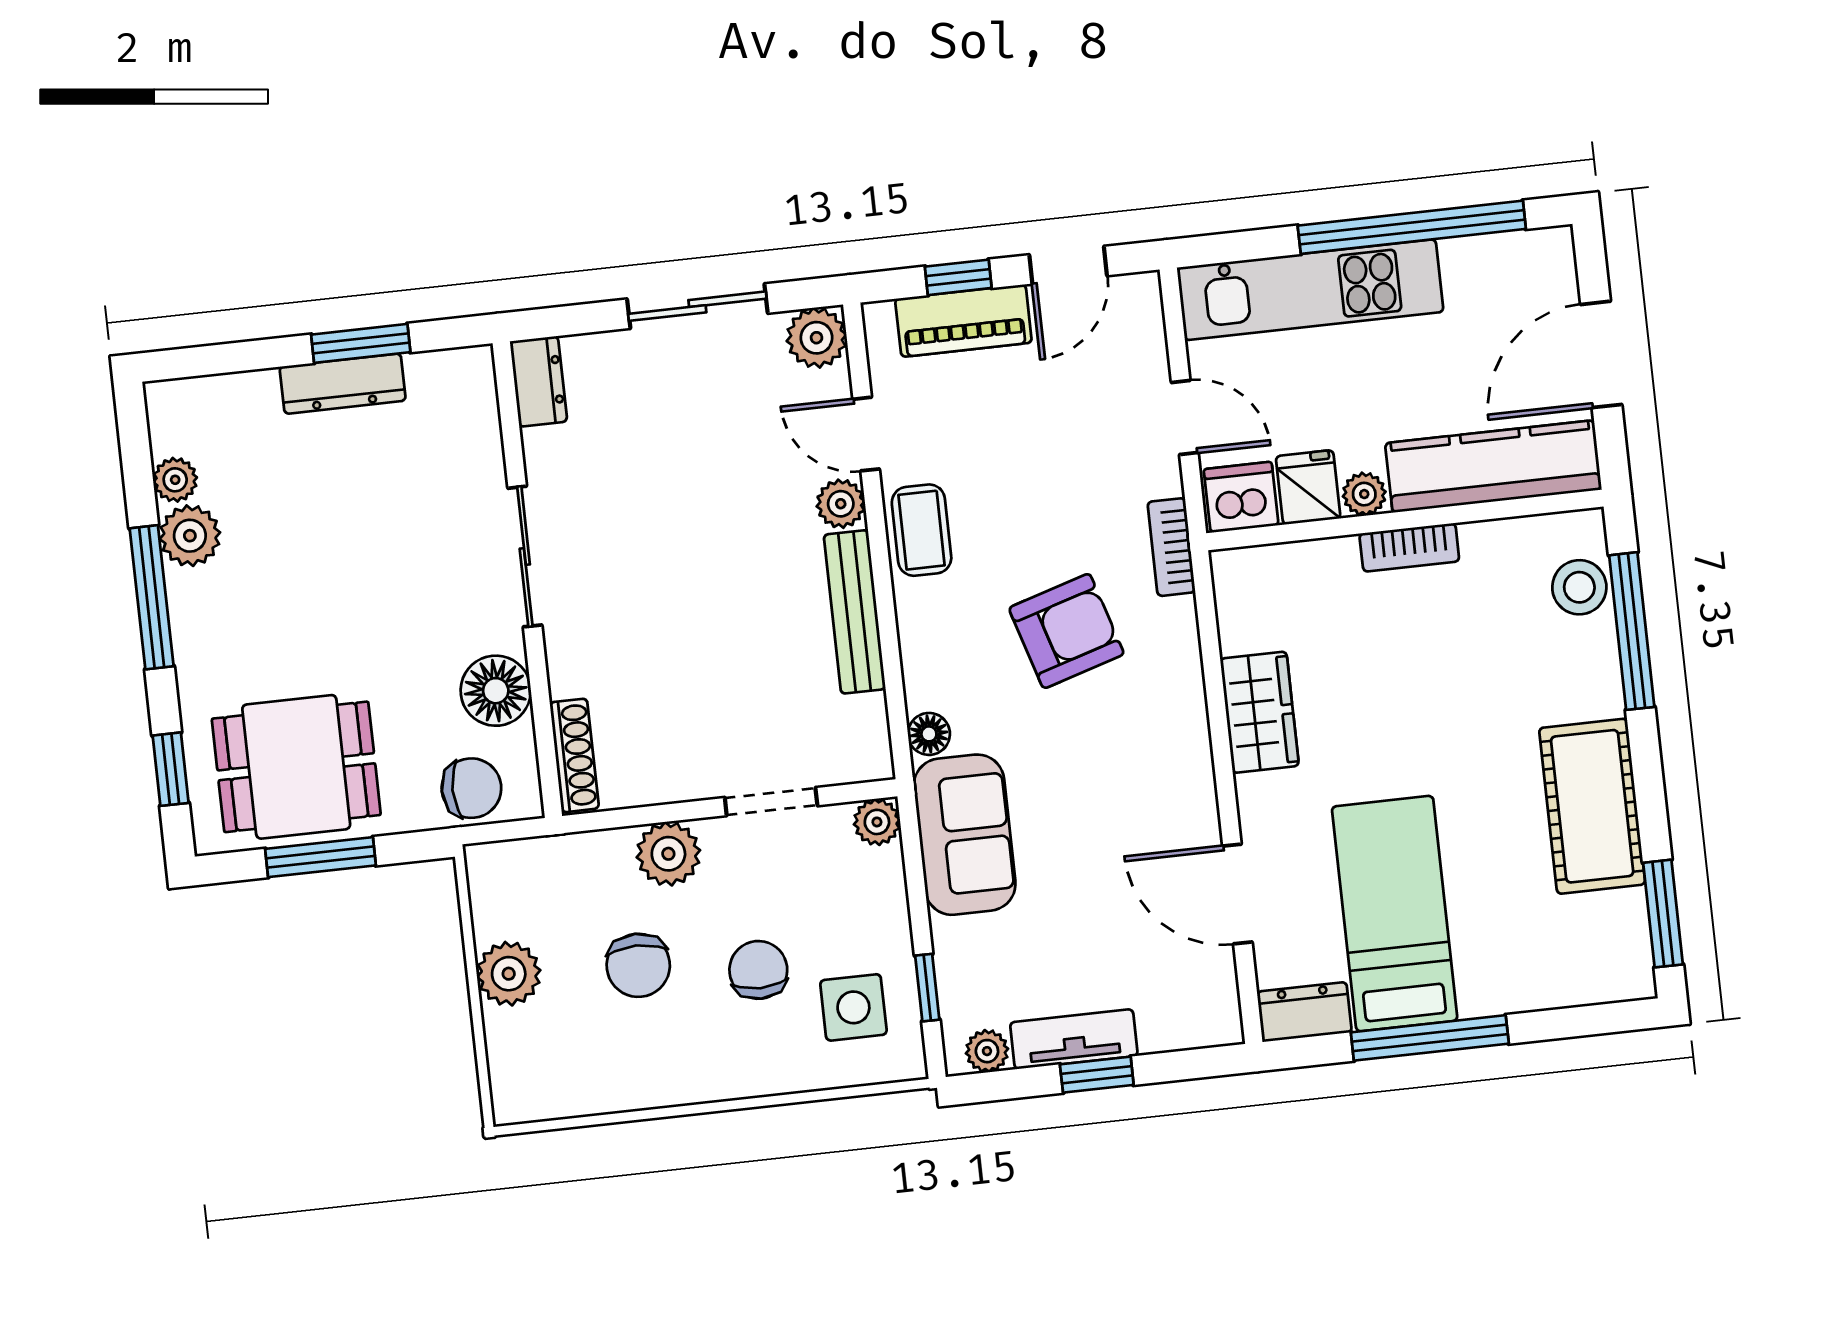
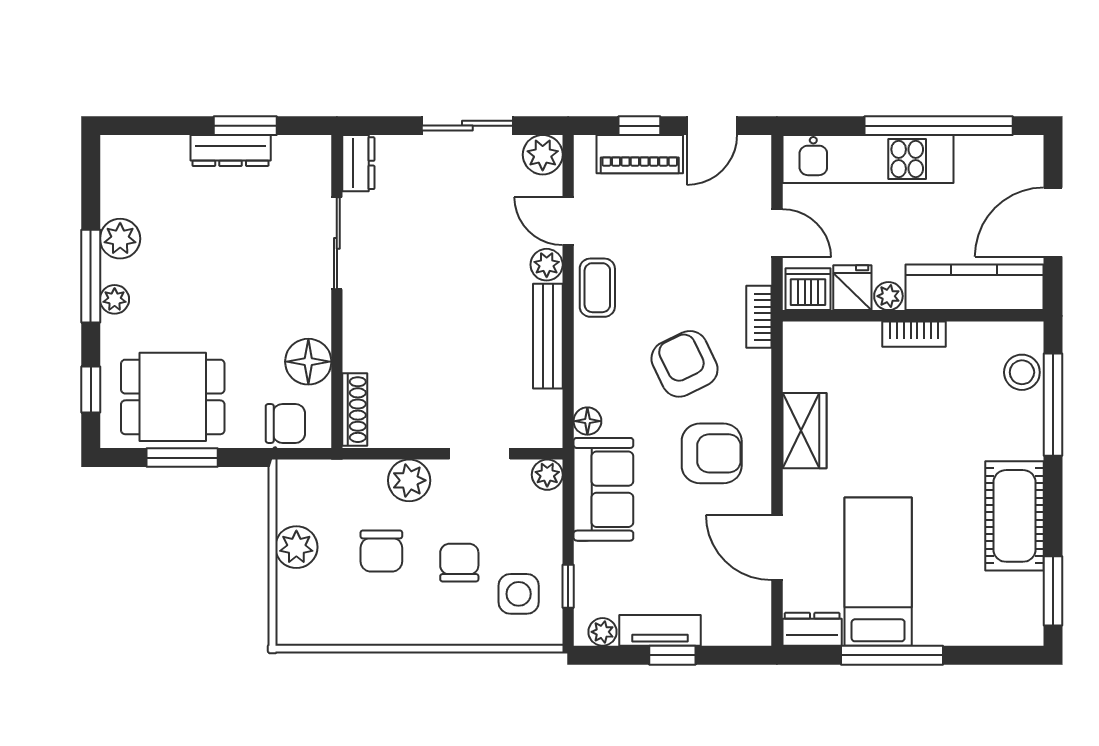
plant: (175, 480) -> (115, 299), moved
sliding door: (525, 557) -> (337, 243), moved
armchair: (1066, 631) -> (685, 364), turned -99
armchair: (1123, 762) -> (712, 453), added

